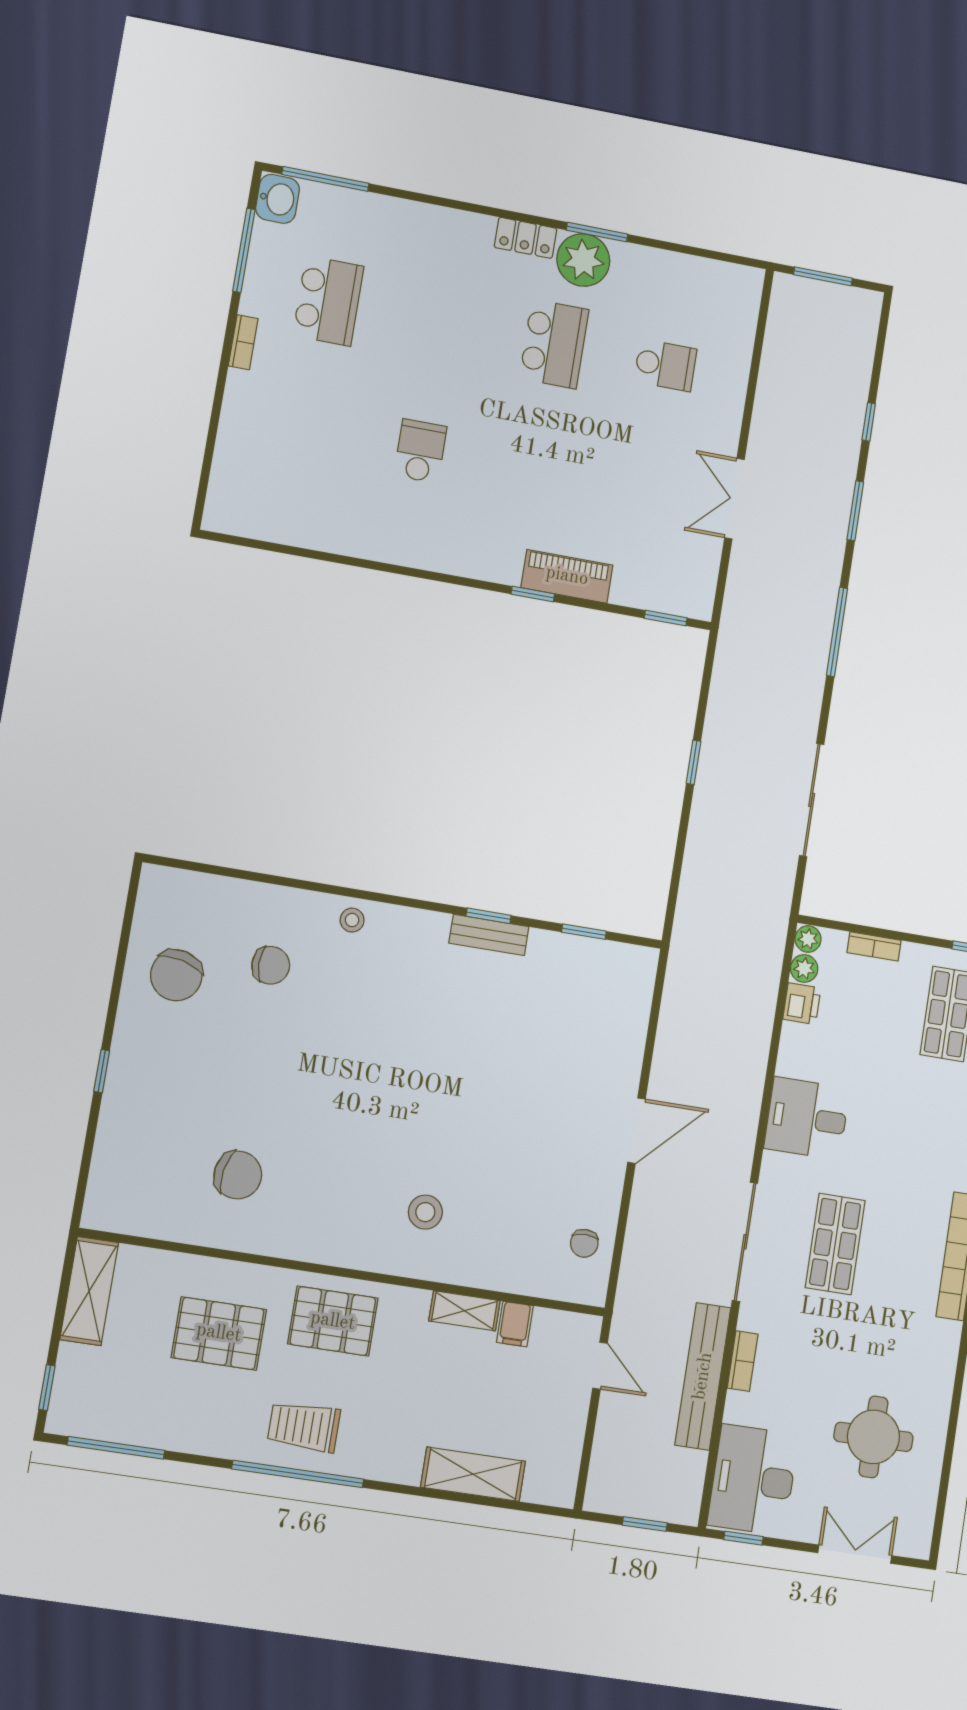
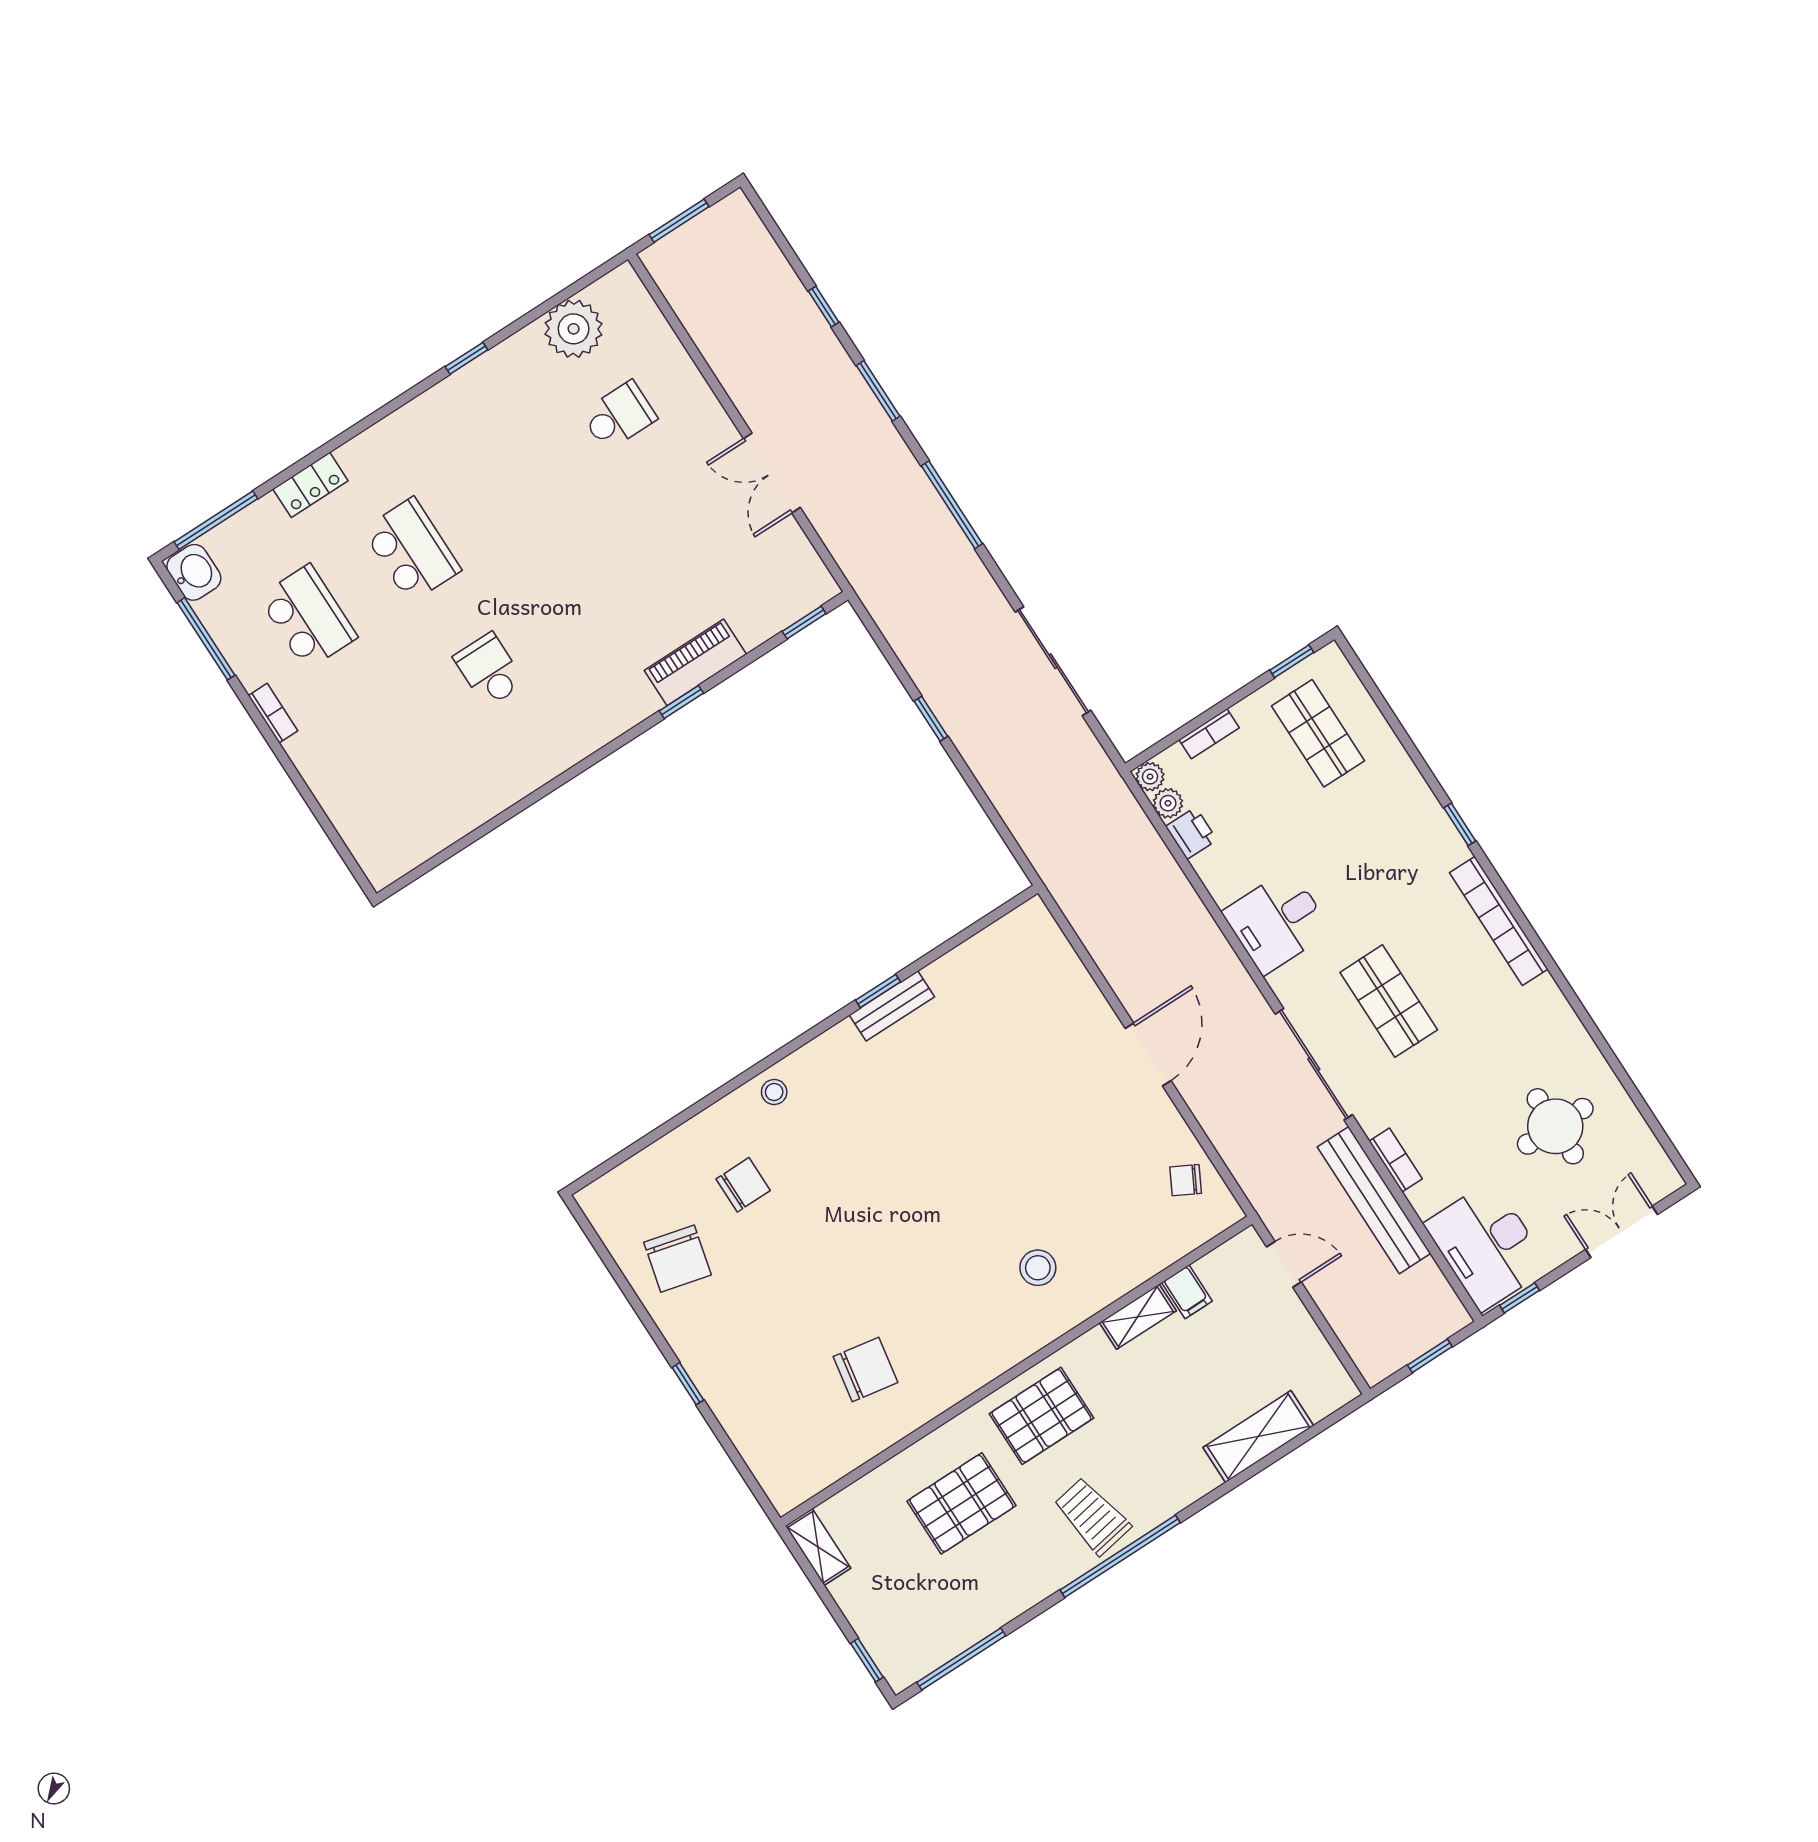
window: (597, 232) -> (466, 358), width x0.67
locker: (526, 238) -> (310, 485), moved
plant: (583, 260) -> (574, 329), moved
school desk: (554, 344) -> (412, 550), moved
window: (584, 932) -> (965, 935), removed
chair: (584, 1243) -> (1186, 1180), turned 118
shelving: (89, 1291) -> (818, 1547), width x0.67, depth x0.75
trolley: (304, 1427) -> (1092, 1516), turned 80

